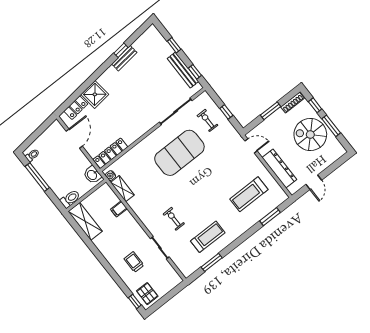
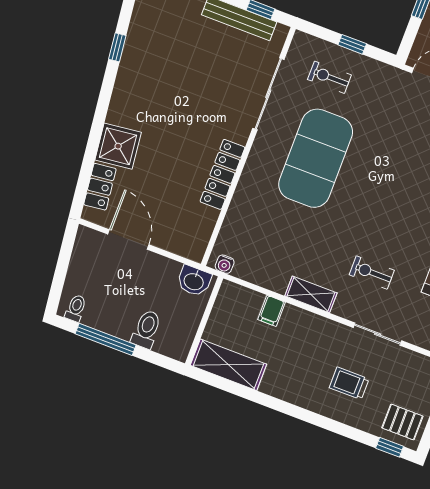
bench: (124, 58) -> (131, 57), removed
locker: (110, 153) -> (222, 174), moved
shelving: (122, 189) -> (311, 294), moved
toilet: (70, 199) -> (146, 329), moved

